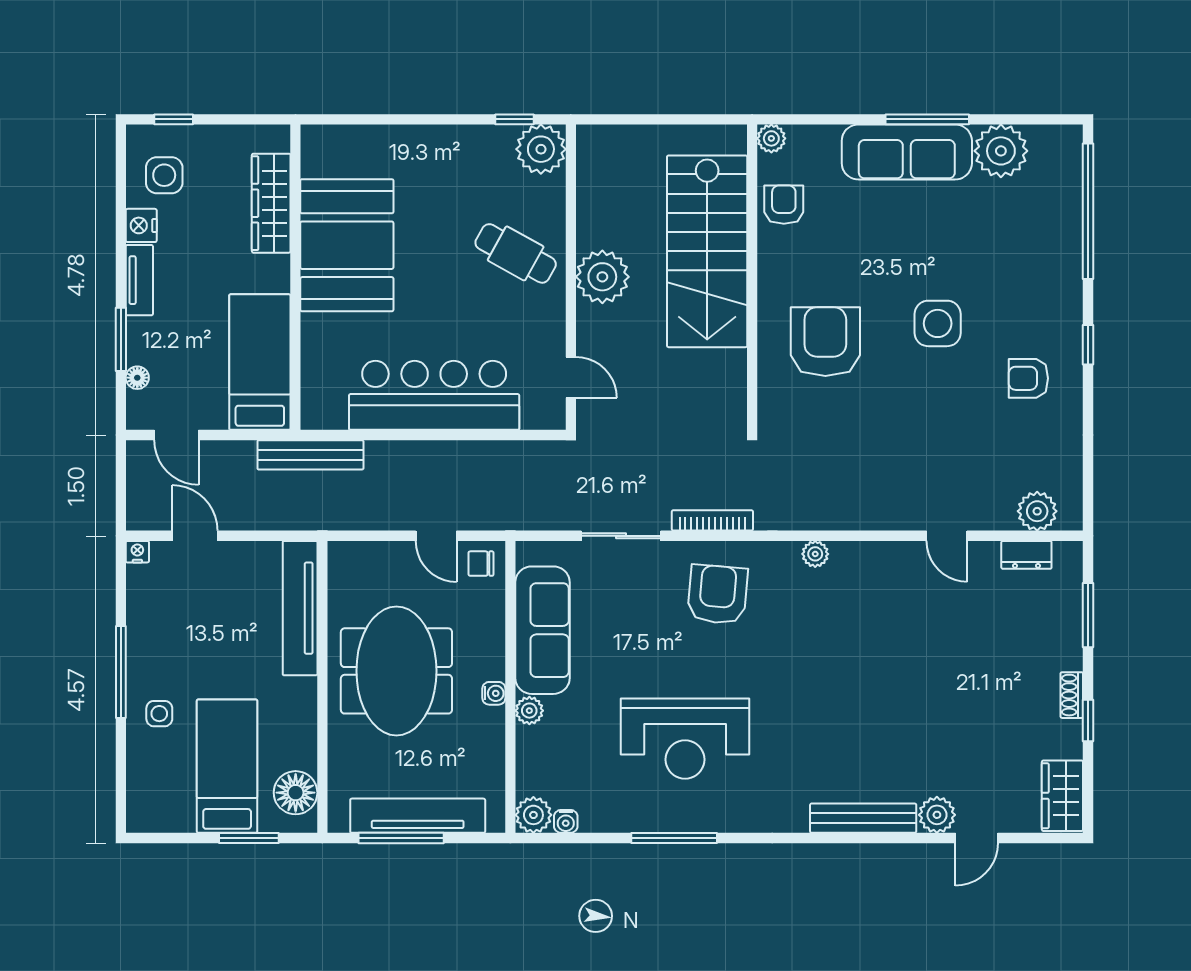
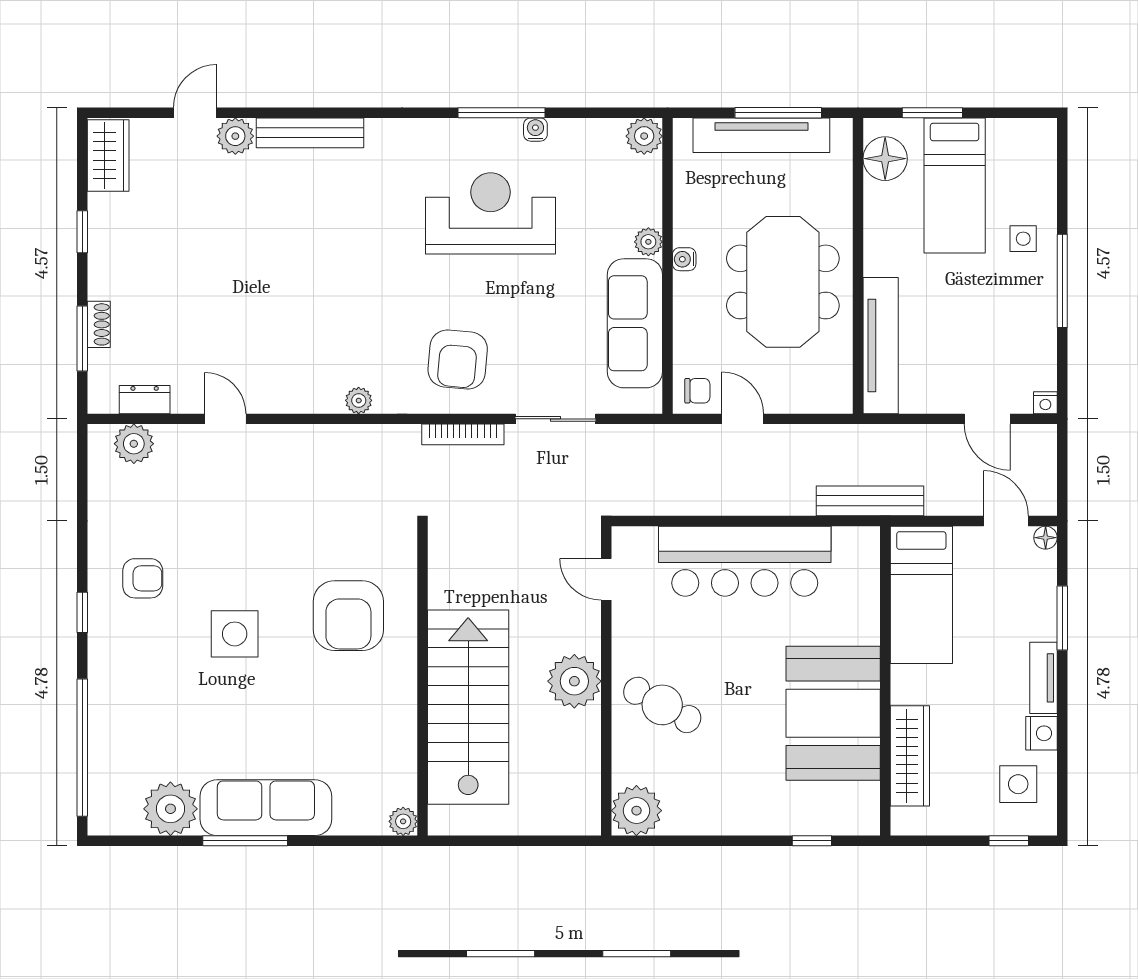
window: (515, 119) -> (812, 841), moved
armchair: (784, 205) -> (390, 754), removed
floor lamp: (137, 378) -> (1046, 538), moved
shoe rack: (1072, 695) -> (99, 324), moved
water cooler: (566, 821) -> (535, 130), moved

